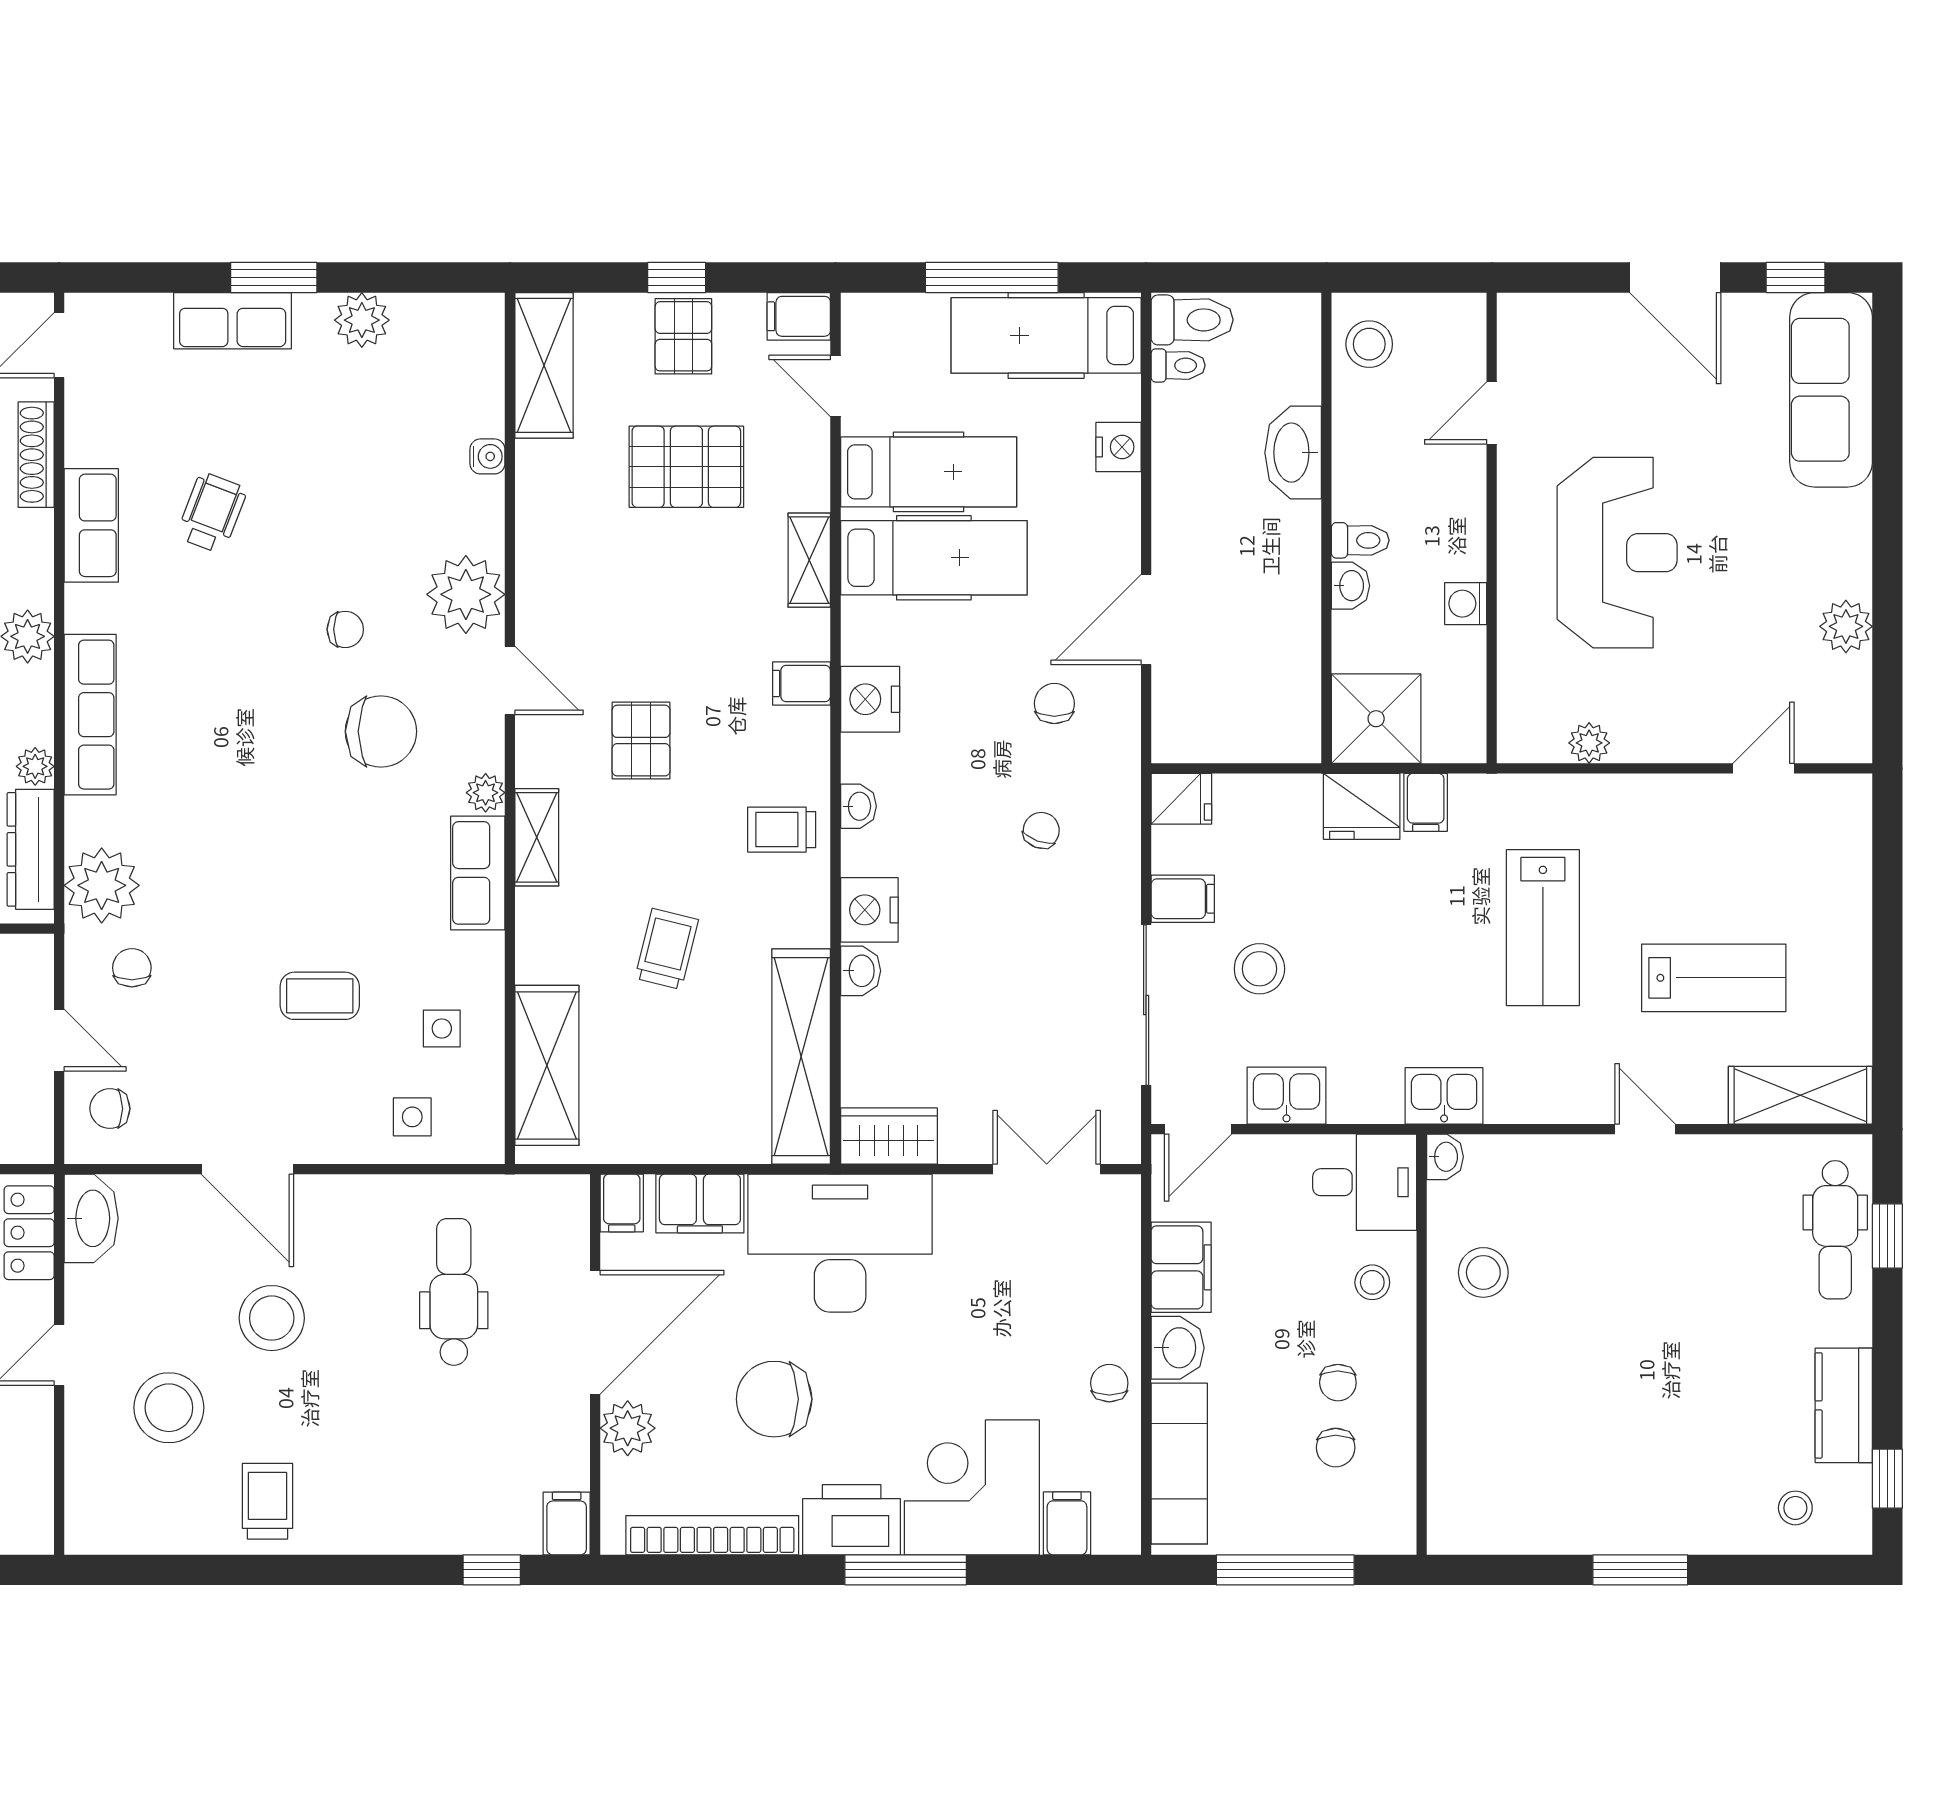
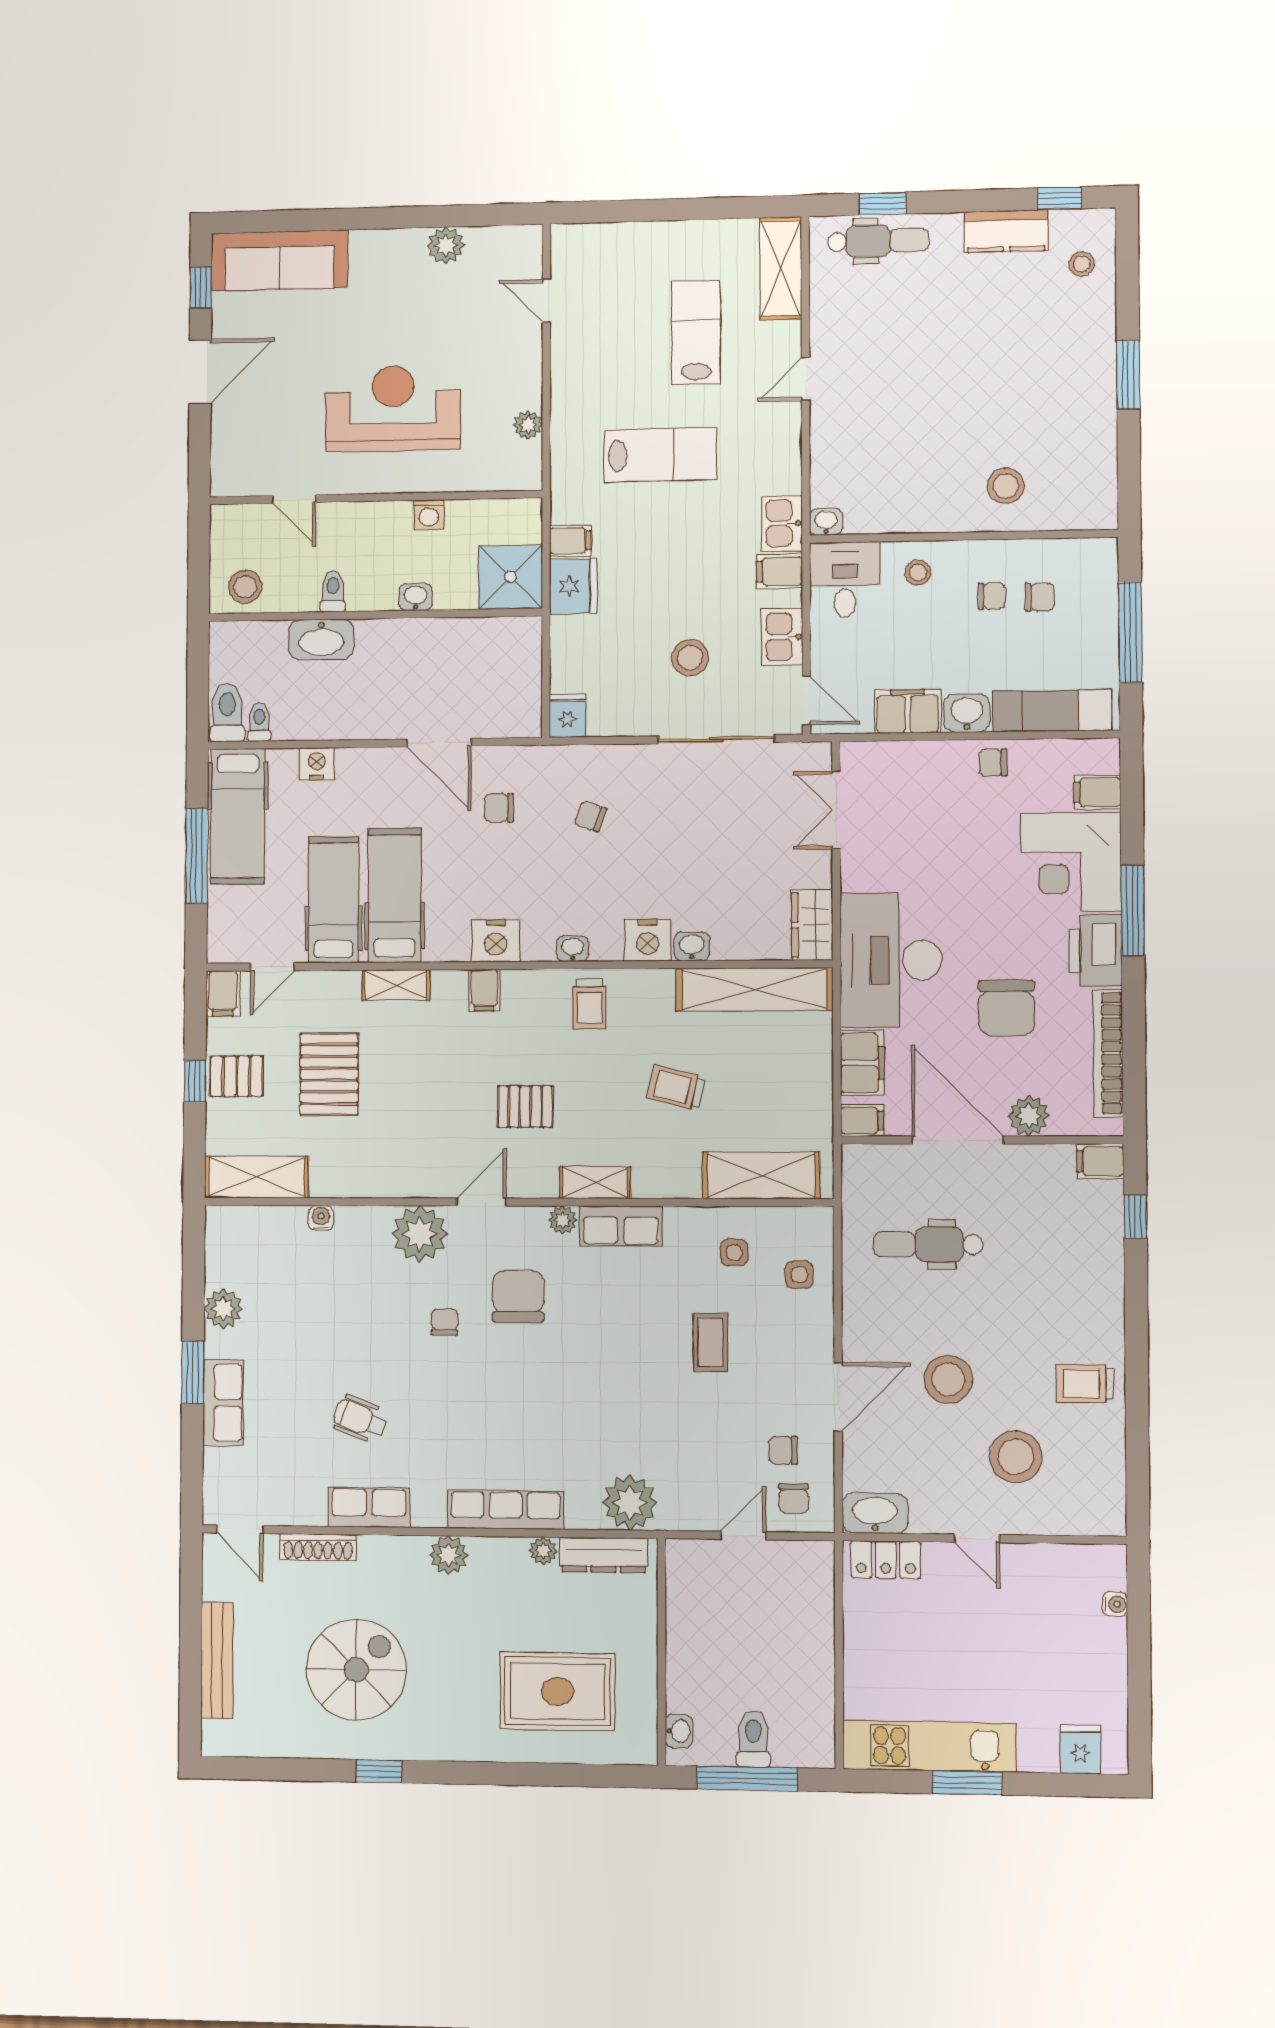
toilet: (1360, 540) -> (333, 591), moved
filing cabinet: (1183, 899) -> (779, 571), moved, turned -90
chair: (132, 968) -> (783, 1450), moved
stool: (1483, 1272) -> (1006, 486), moved

